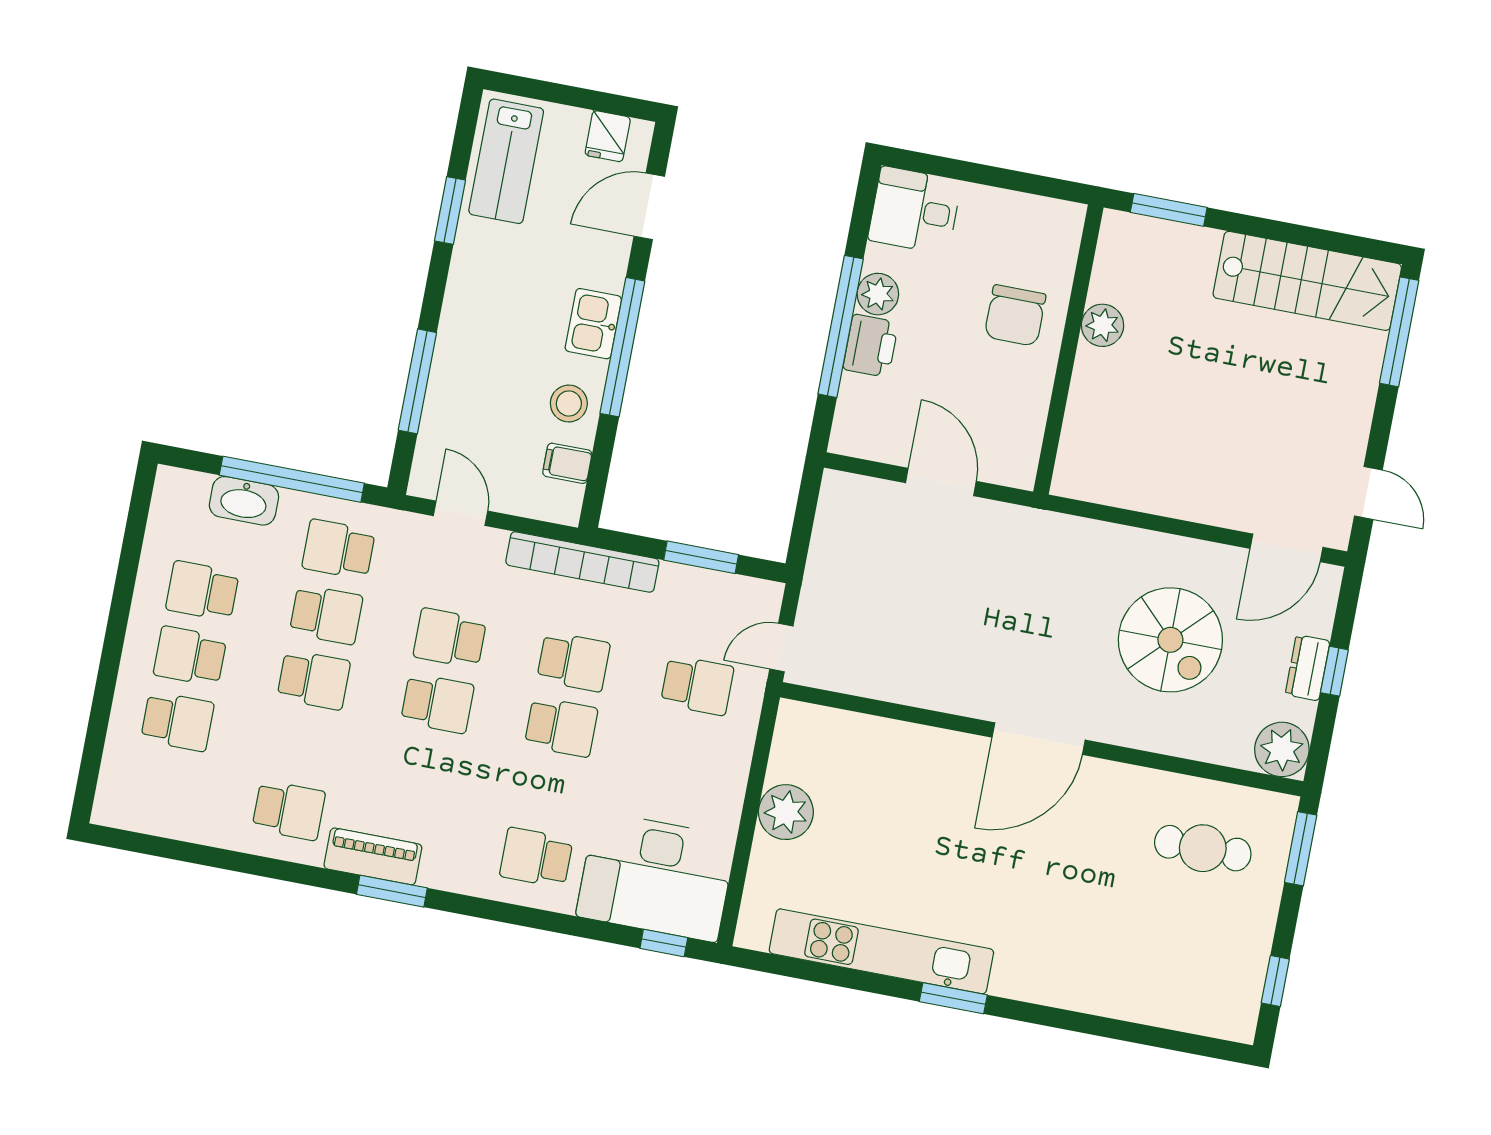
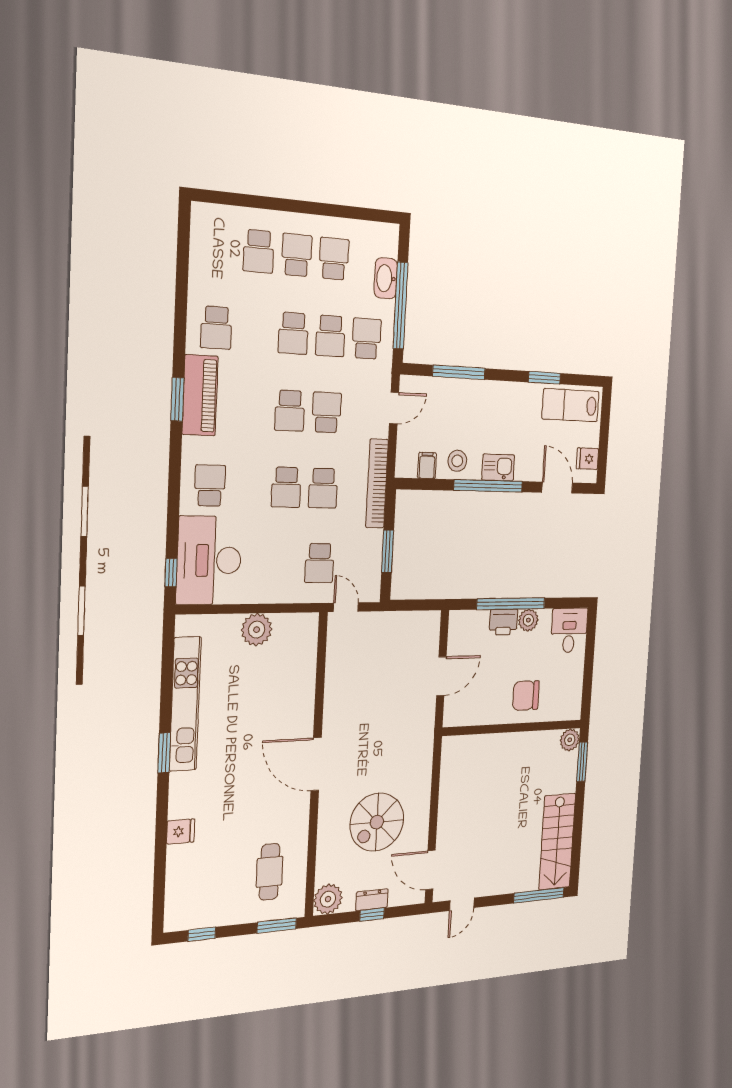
plant: (1103, 325) -> (570, 740), moved
piano: (373, 856) -> (200, 395), width x1.37, depth x1.33
fridge: (1091, 991) -> (181, 831), added

